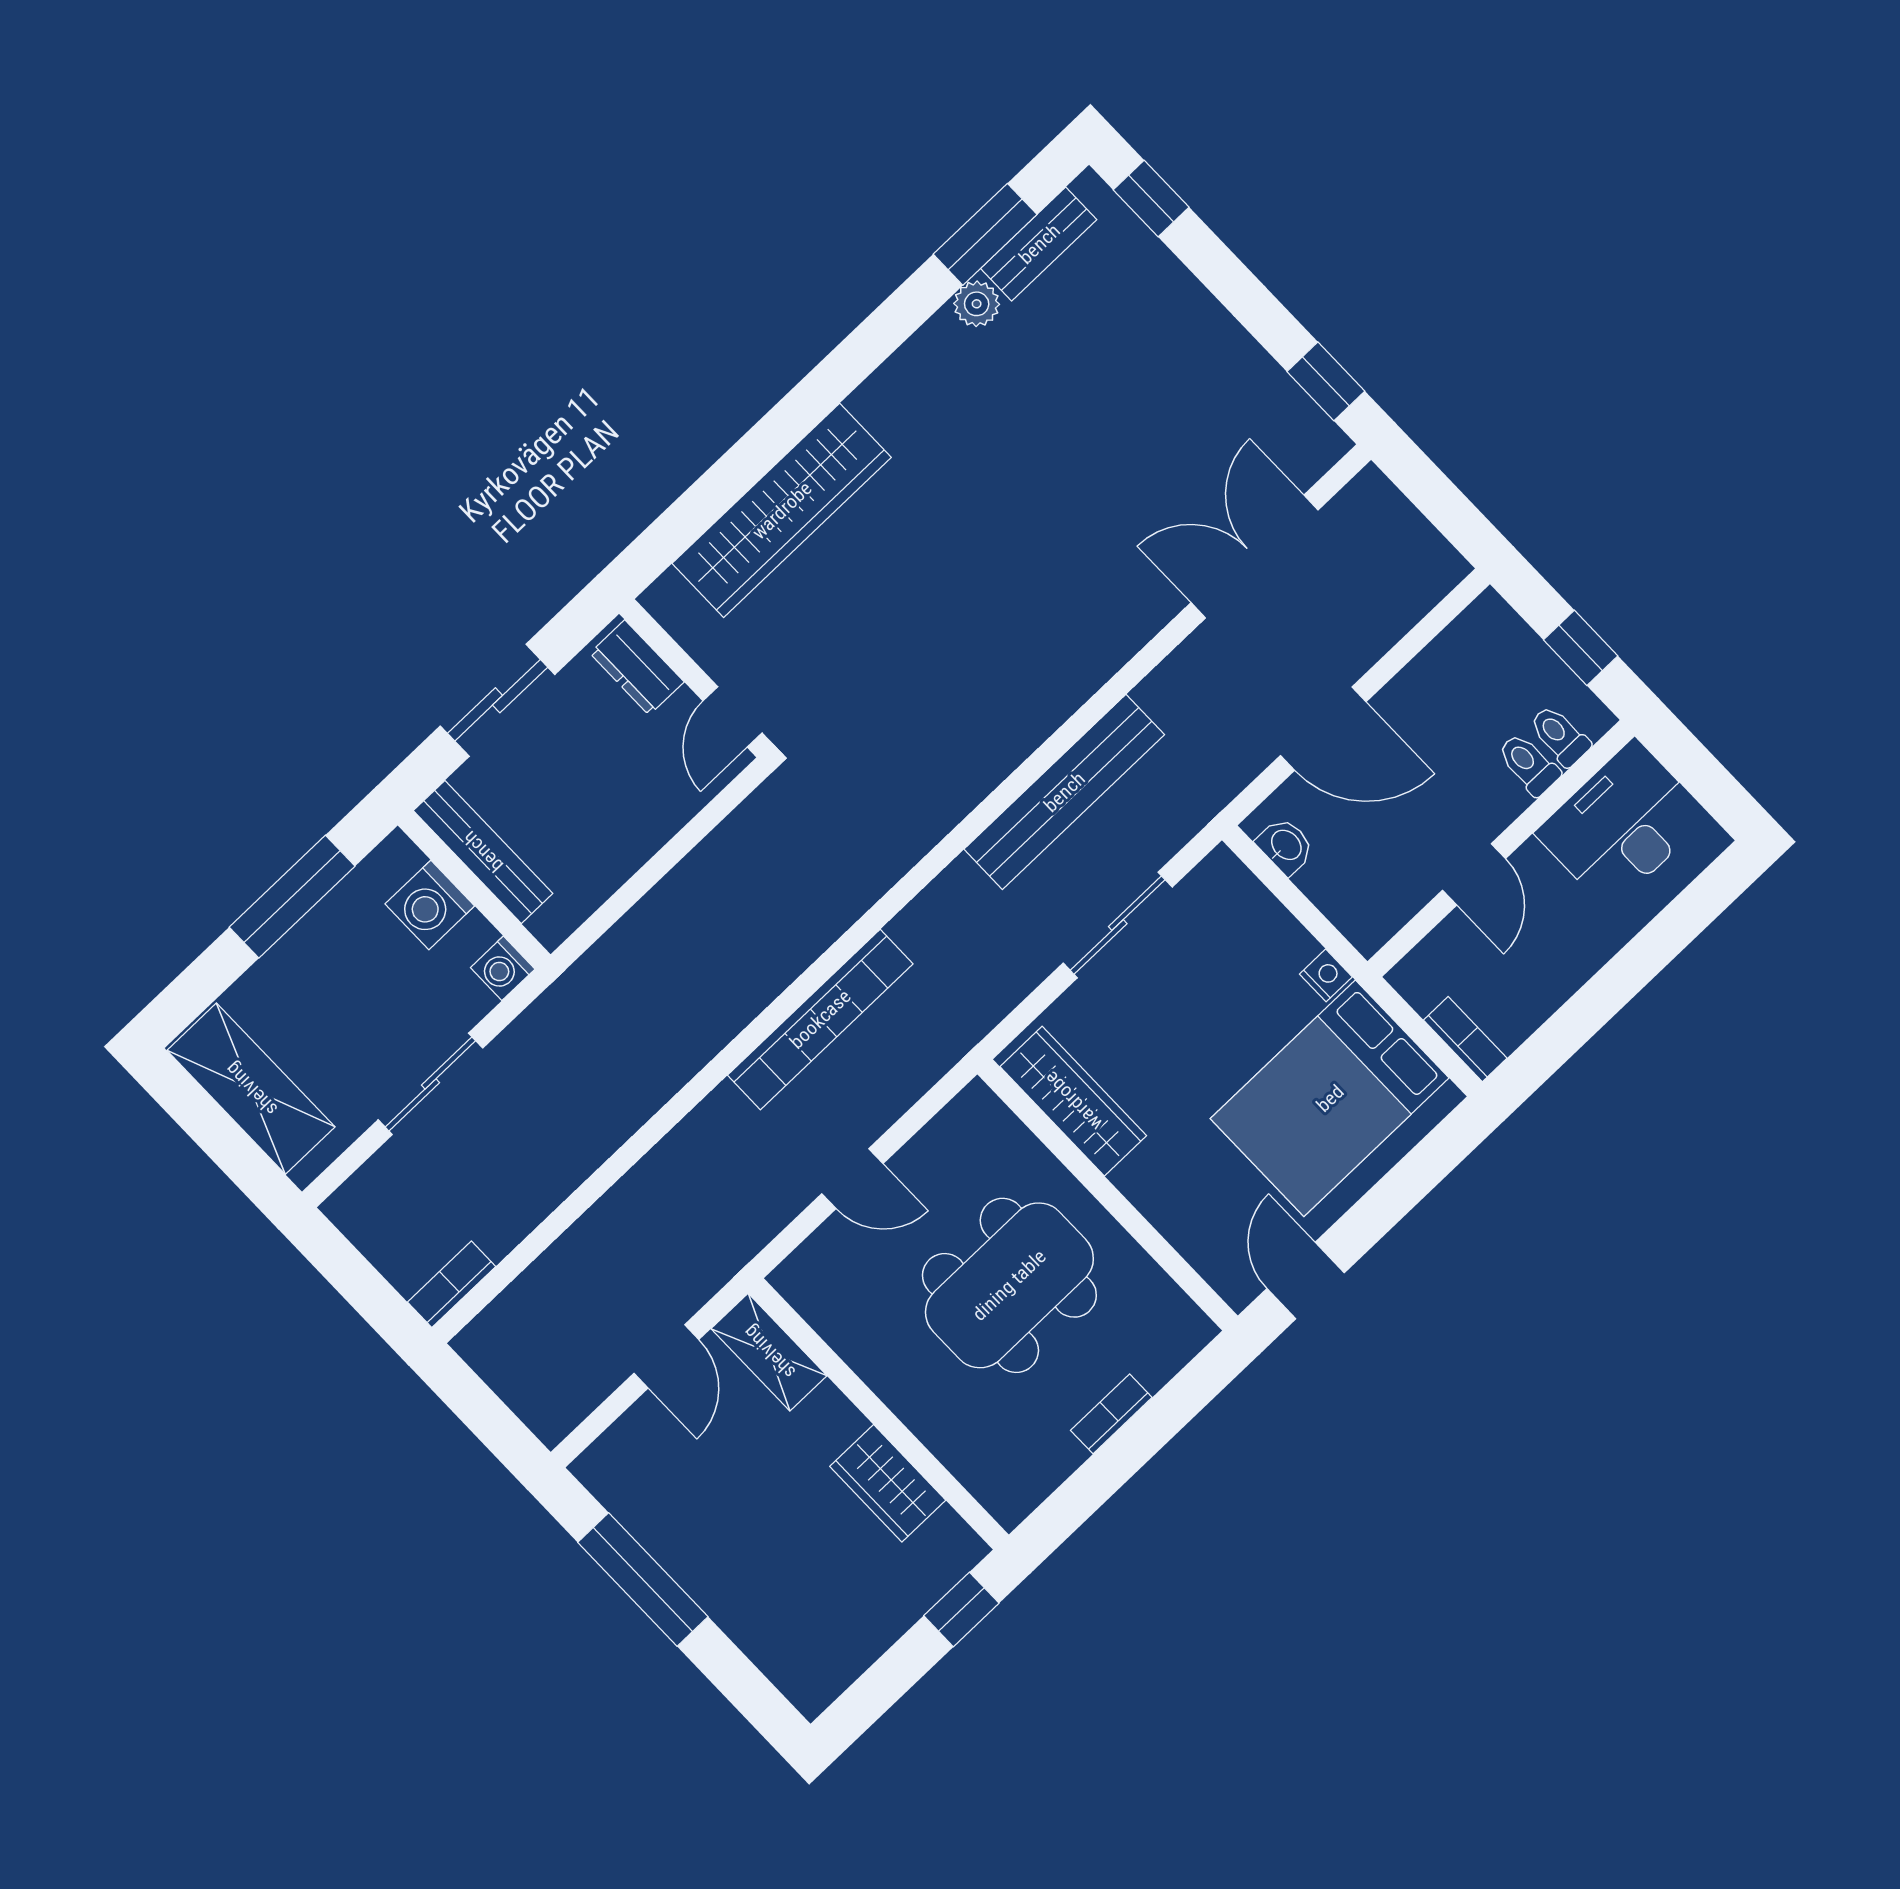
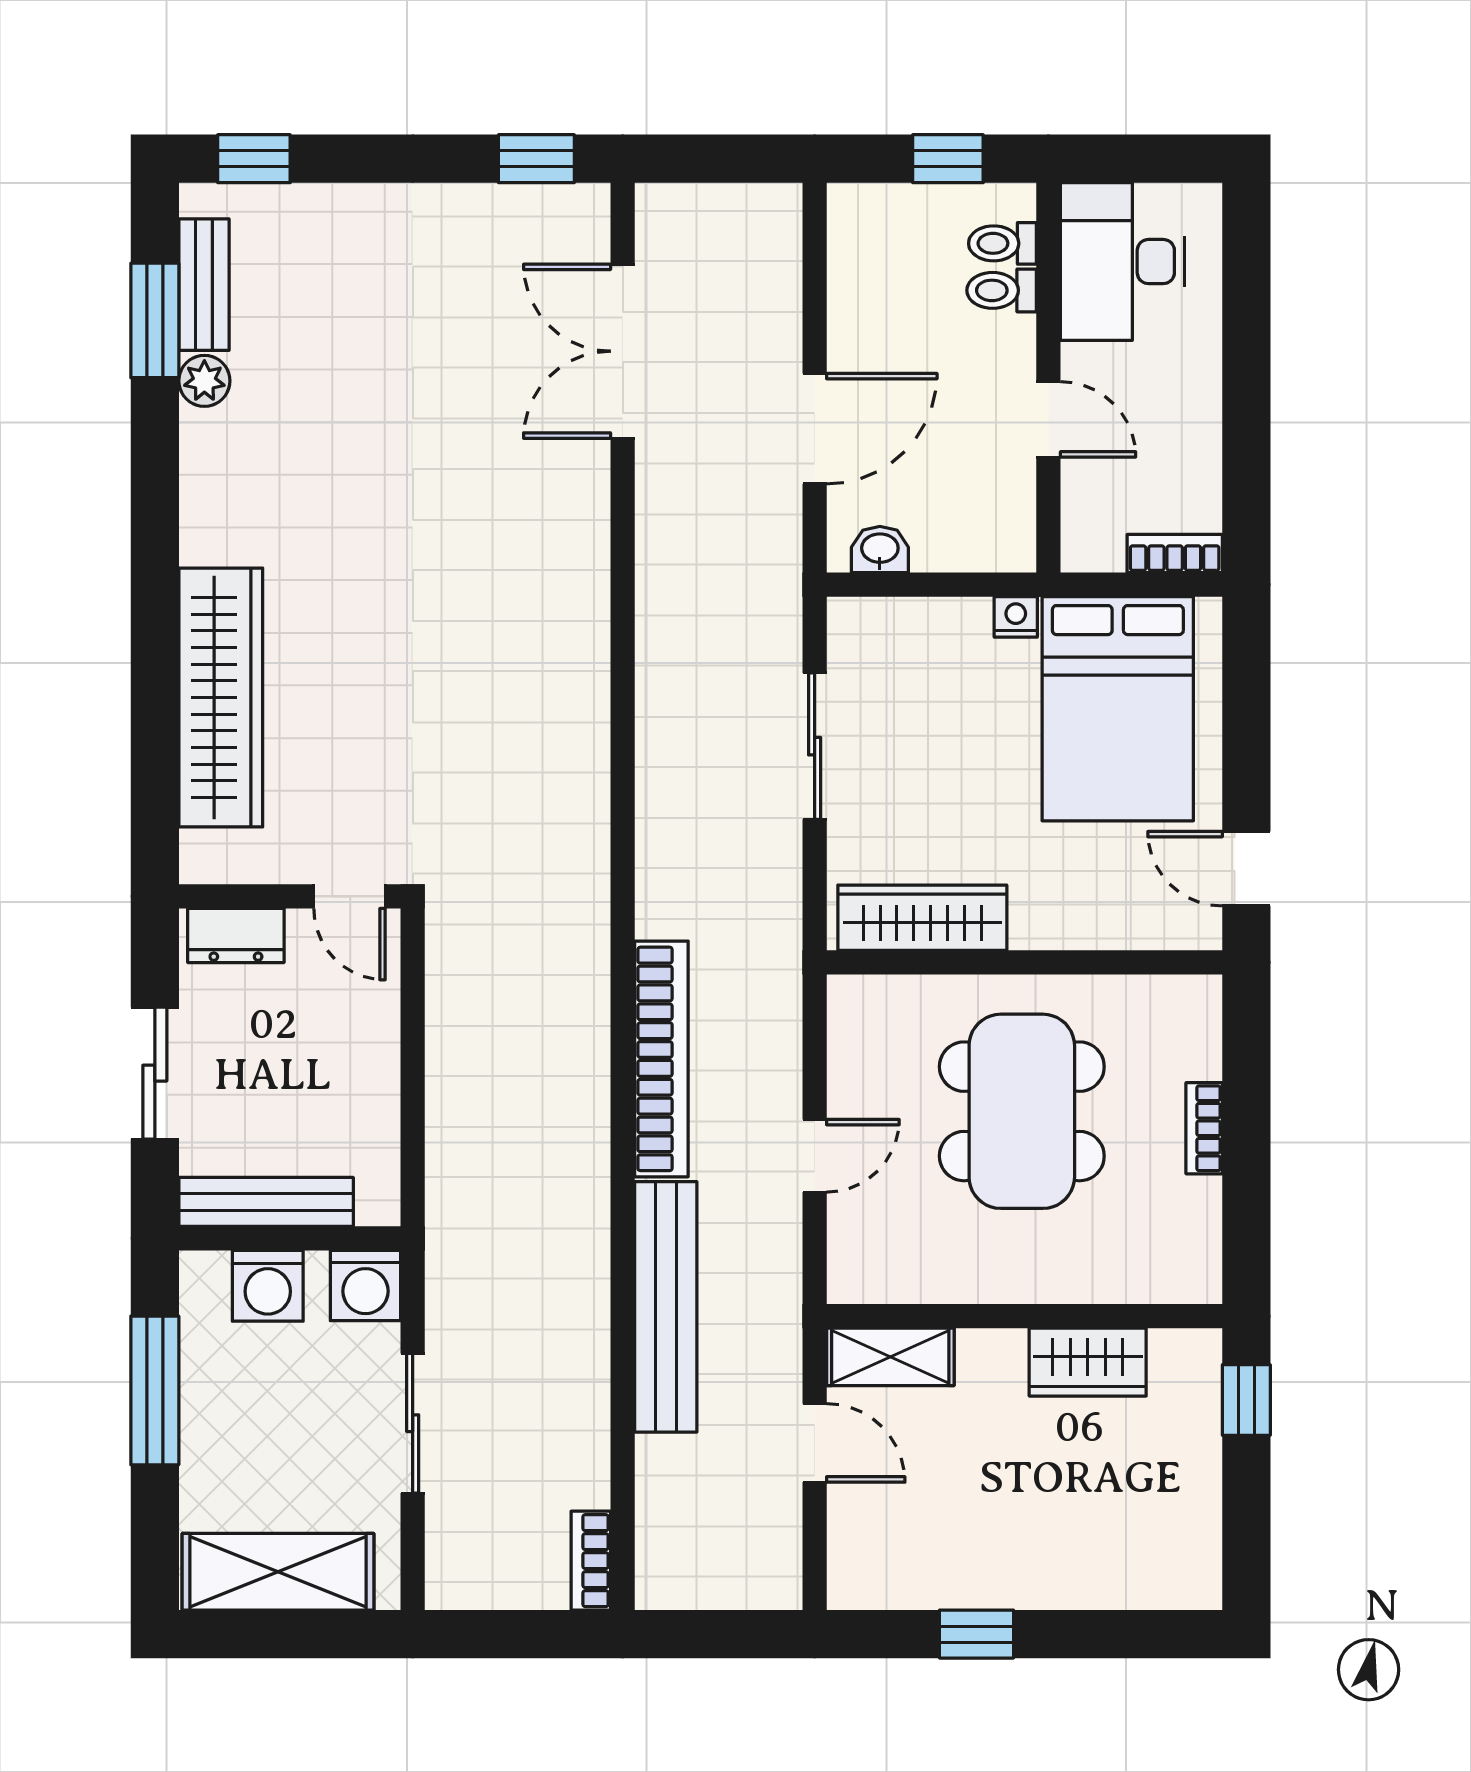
bench: (1064, 792) -> (666, 1307), moved
washing machine: (503, 968) -> (365, 1285), width x1.38, depth x1.38
window: (643, 1580) -> (976, 1634), width x0.46

